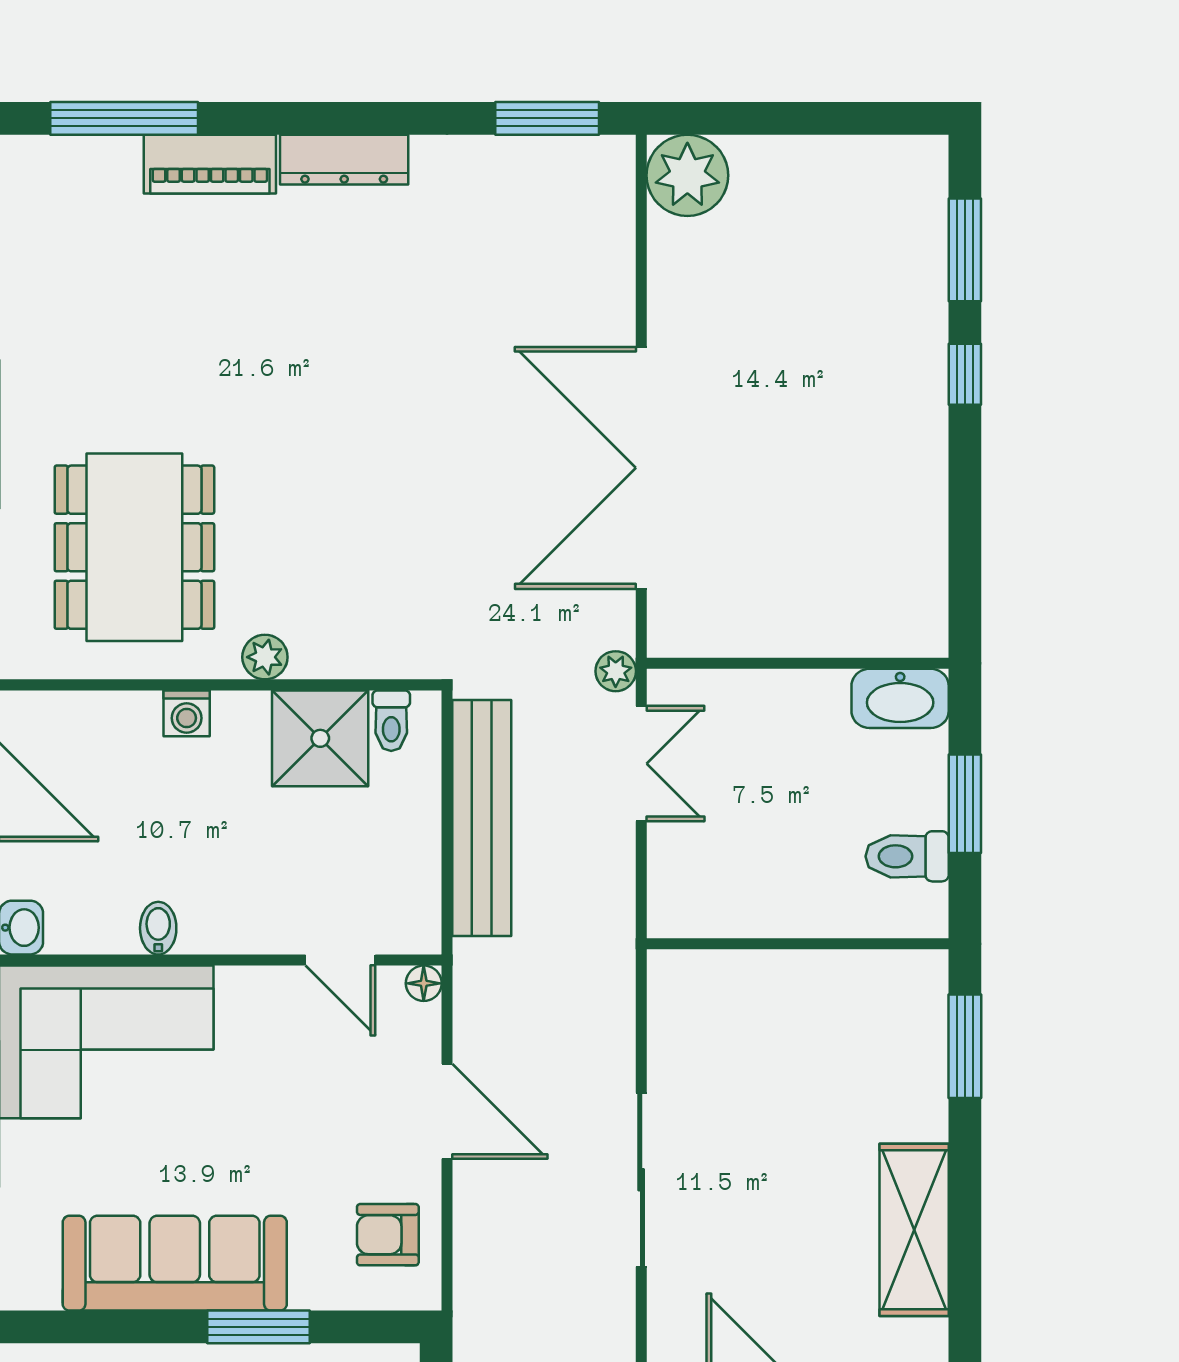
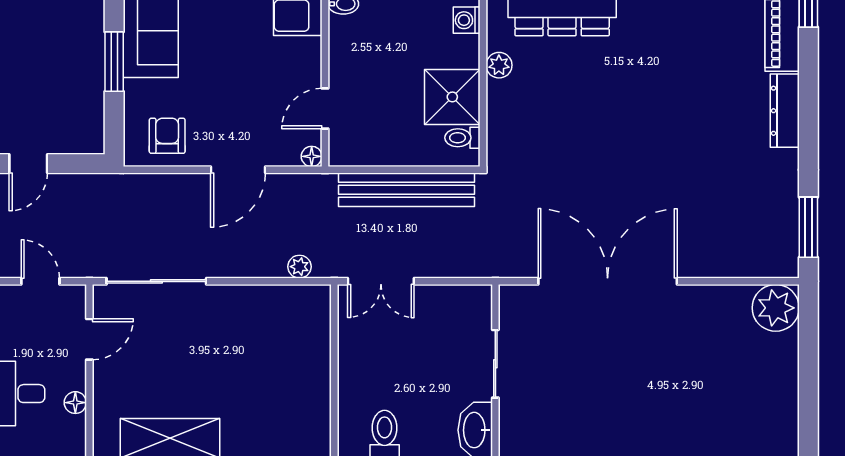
sliding door: (785, 663) -> (495, 364), added
plant: (616, 671) -> (299, 267), moved
double door: (641, 764) -> (381, 281), moved
sliding door: (641, 1180) -> (156, 281), moved

